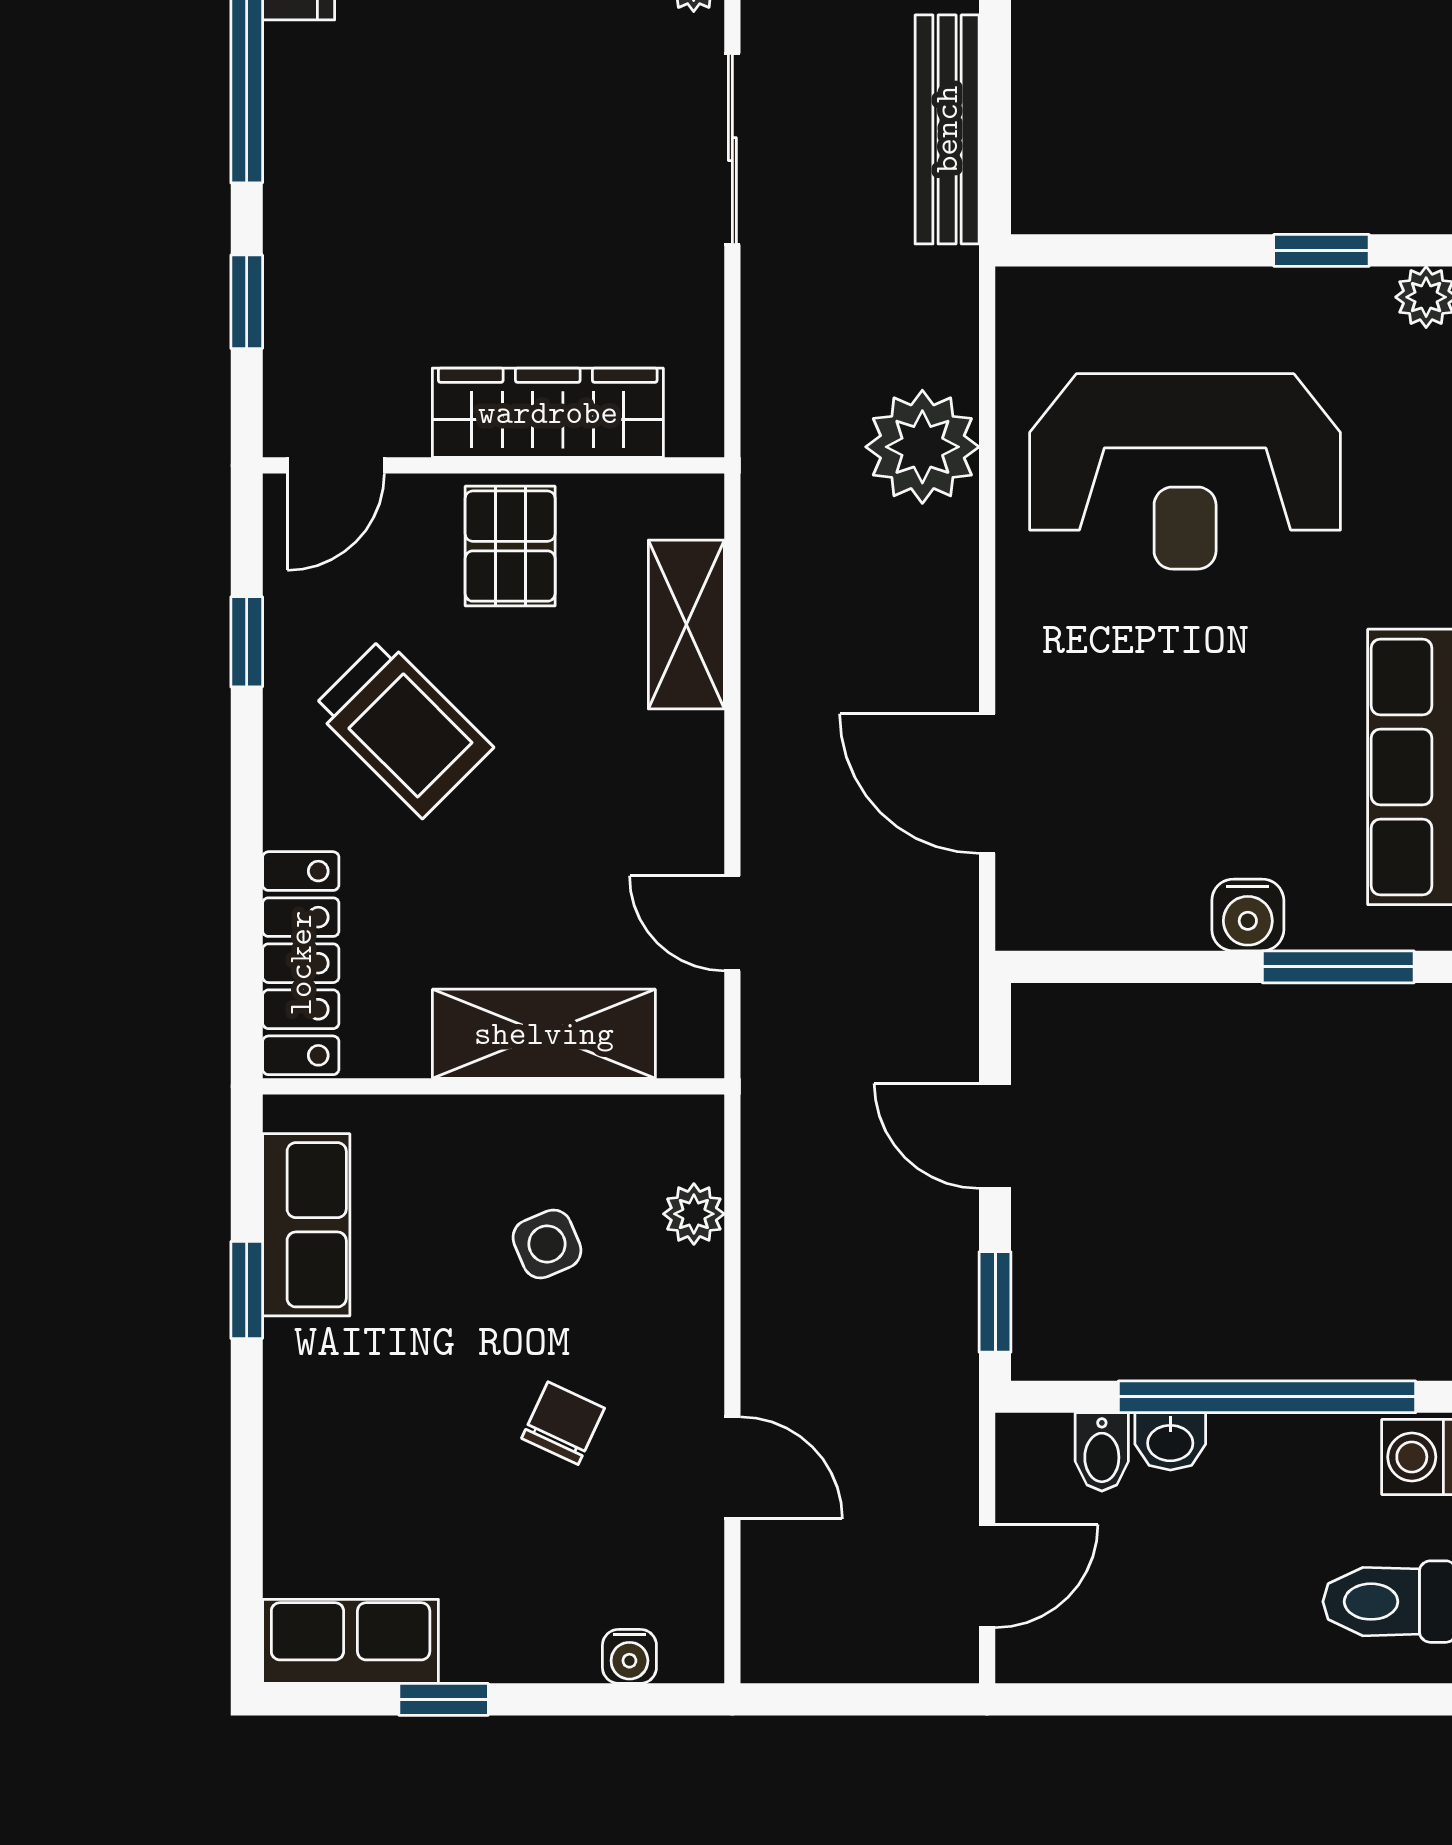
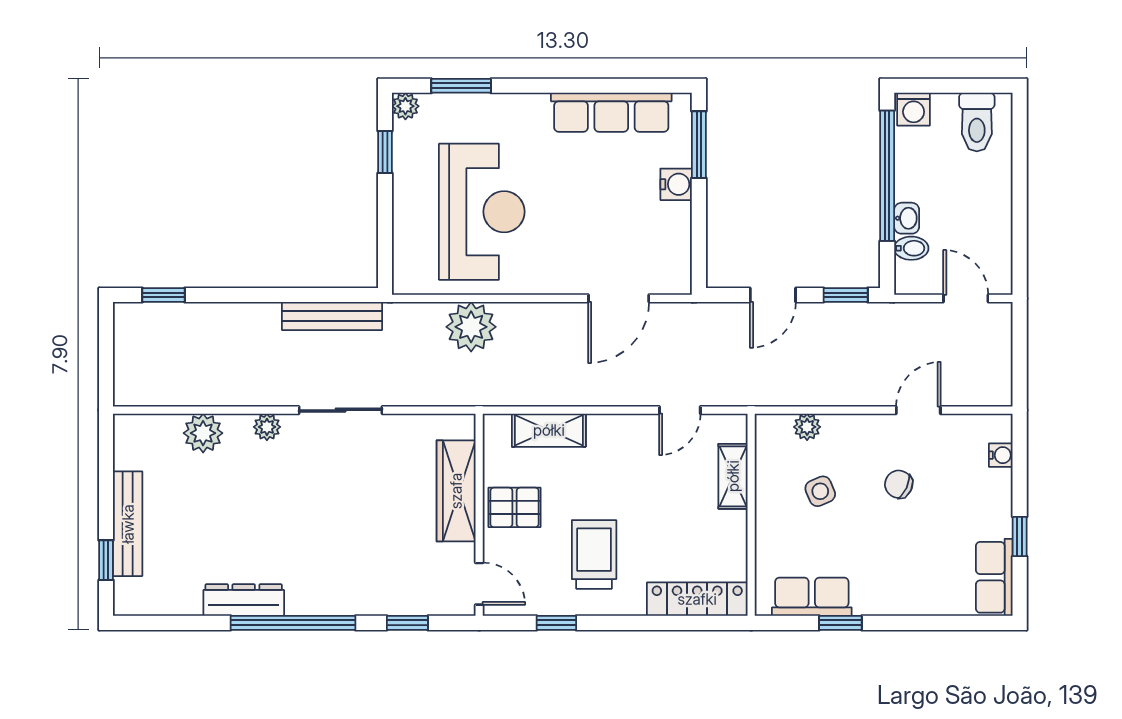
trolley: (403, 728) -> (594, 554), turned -45
shelving: (544, 1034) -> (733, 476), width x0.67, depth x0.75

